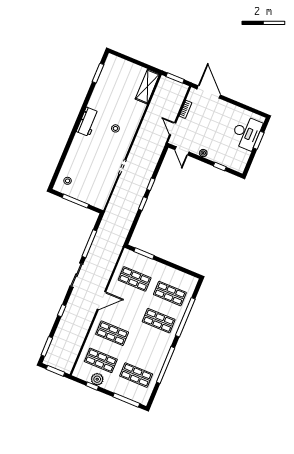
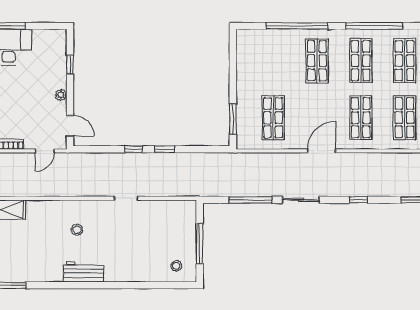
door: (182, 151) -> (70, 126), hinge flipped
shop shelf: (170, 294) -> (361, 61), moved
door: (102, 300) -> (322, 151), hinge flipped

